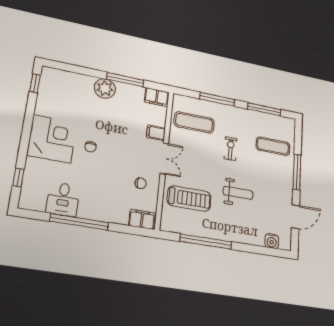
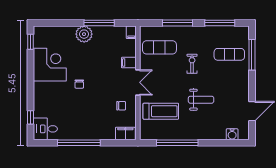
filing cabinet: (157, 97) -> (131, 32), width x0.50
corner desk: (52, 139) -> (50, 65), moved
window: (297, 172) -> (252, 55), moved
desk: (63, 199) -> (45, 129), moved, turned 90

